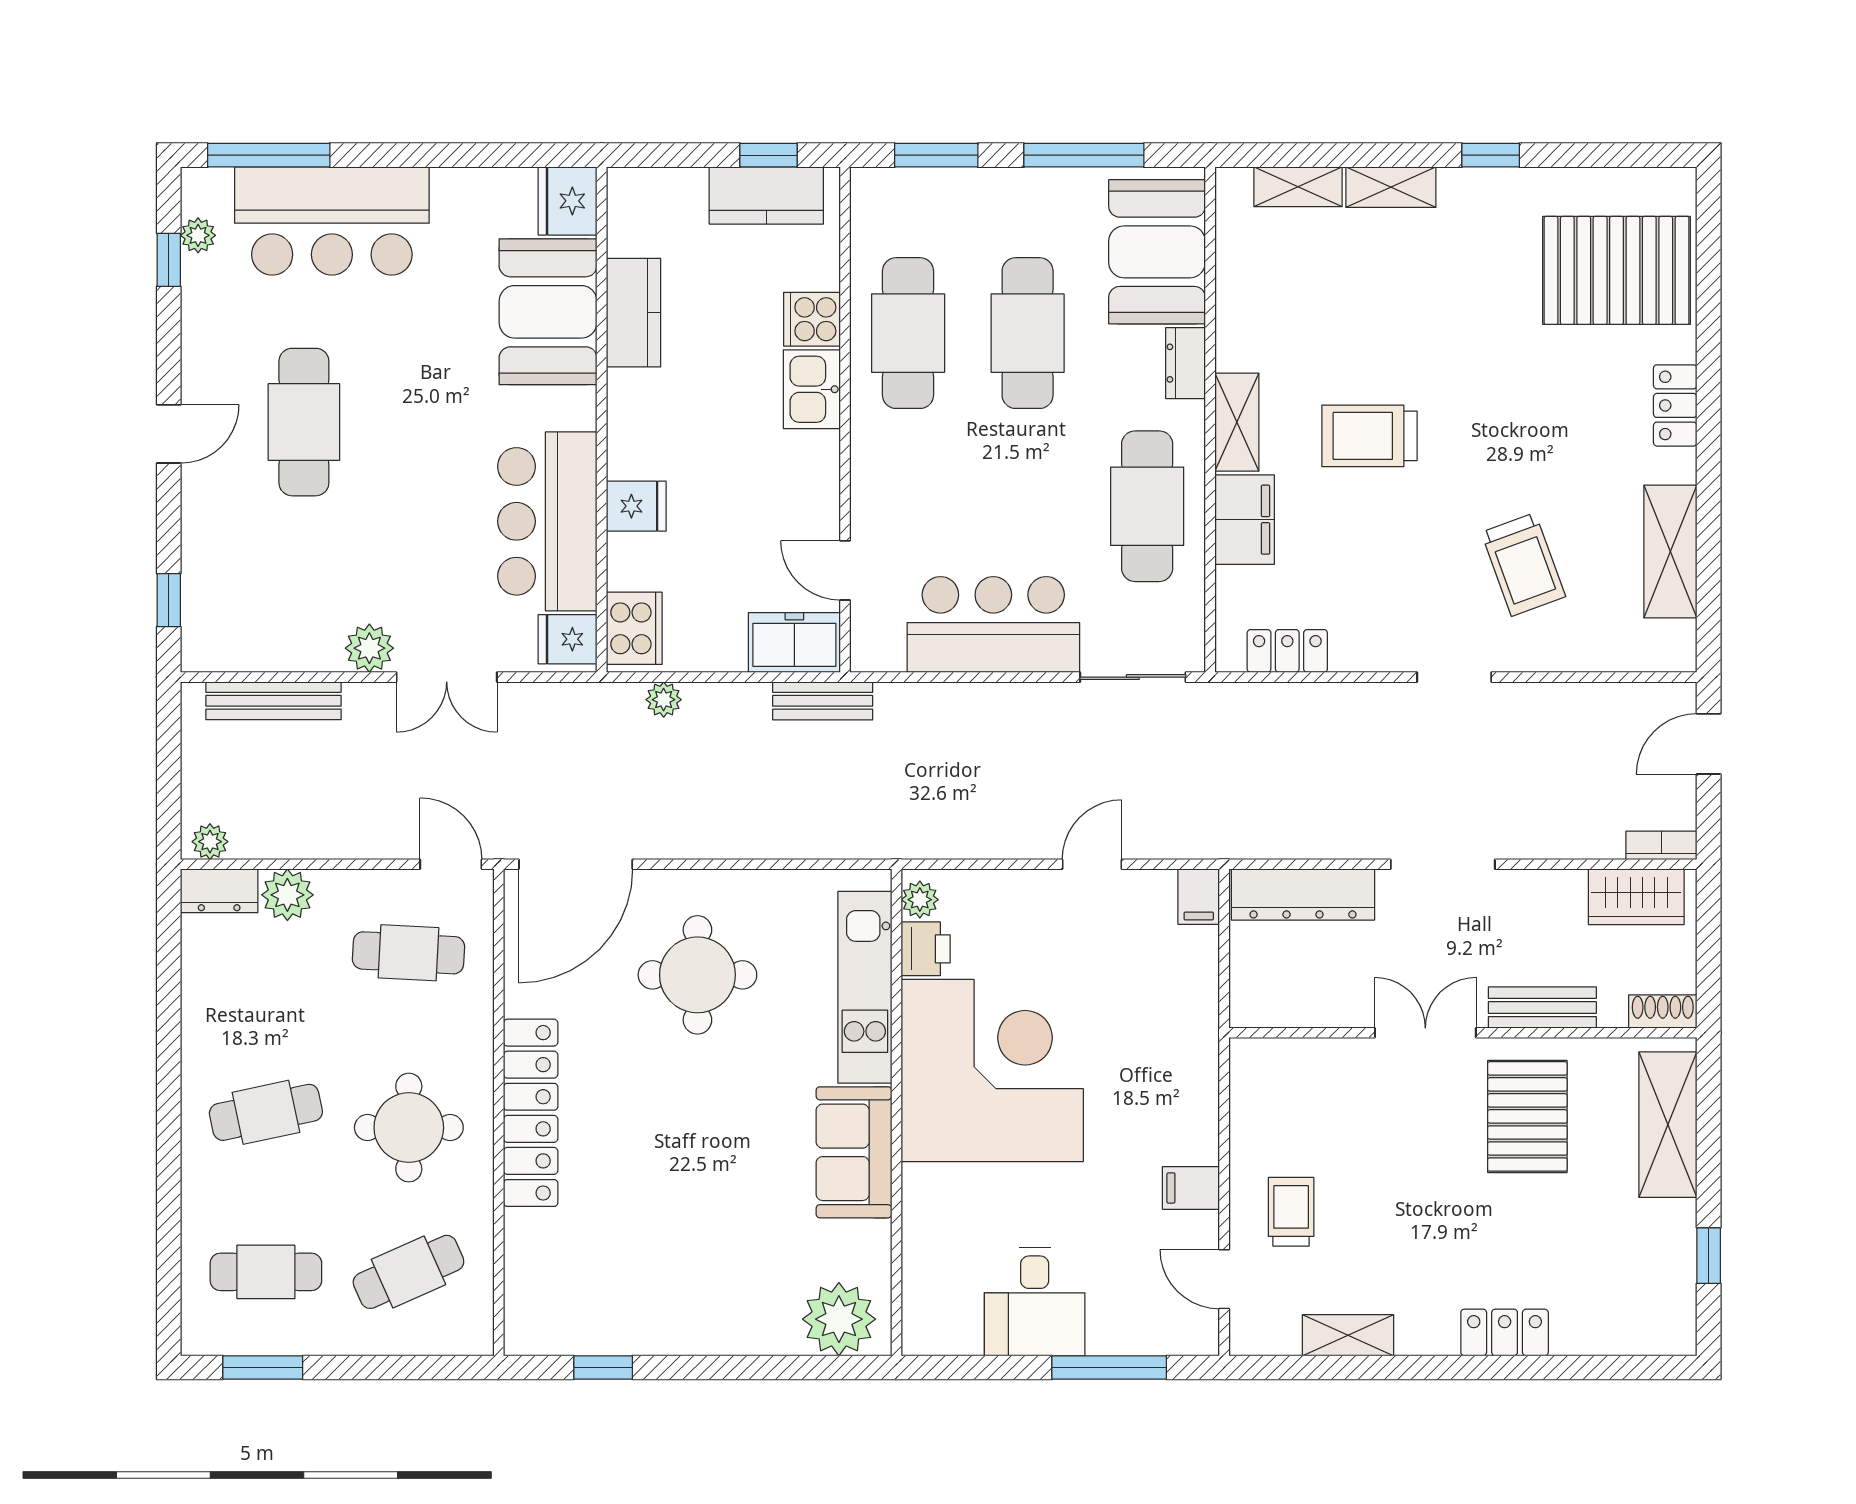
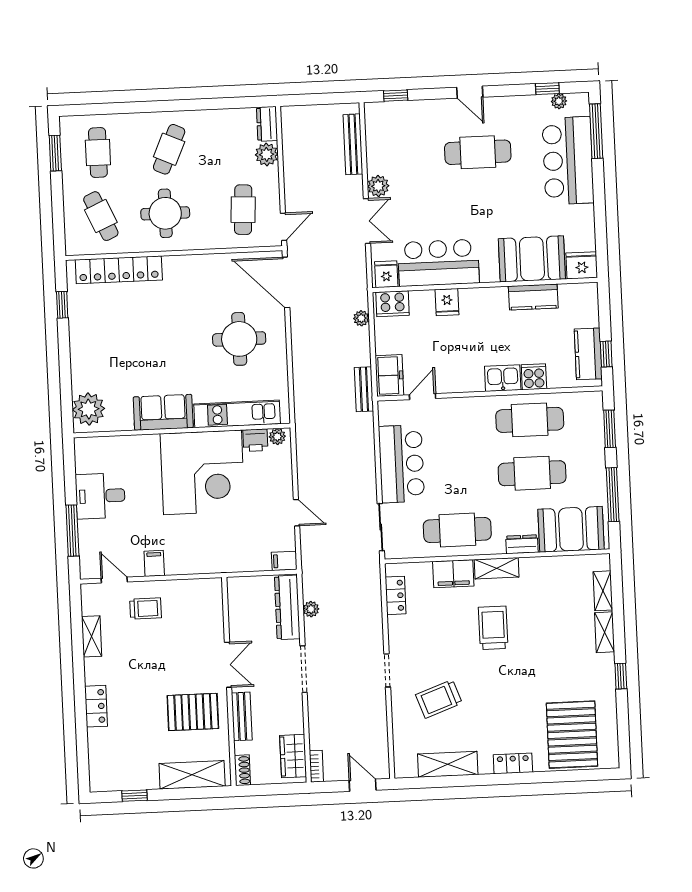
double door: (447, 677) -> (367, 221), swing flipped
plant: (210, 842) -> (311, 609), moved
cafe table: (266, 1112) -> (169, 149), turned 36
locker: (531, 1113) -> (119, 270), moved
door: (1224, 1279) -> (114, 580), hinge flipped

